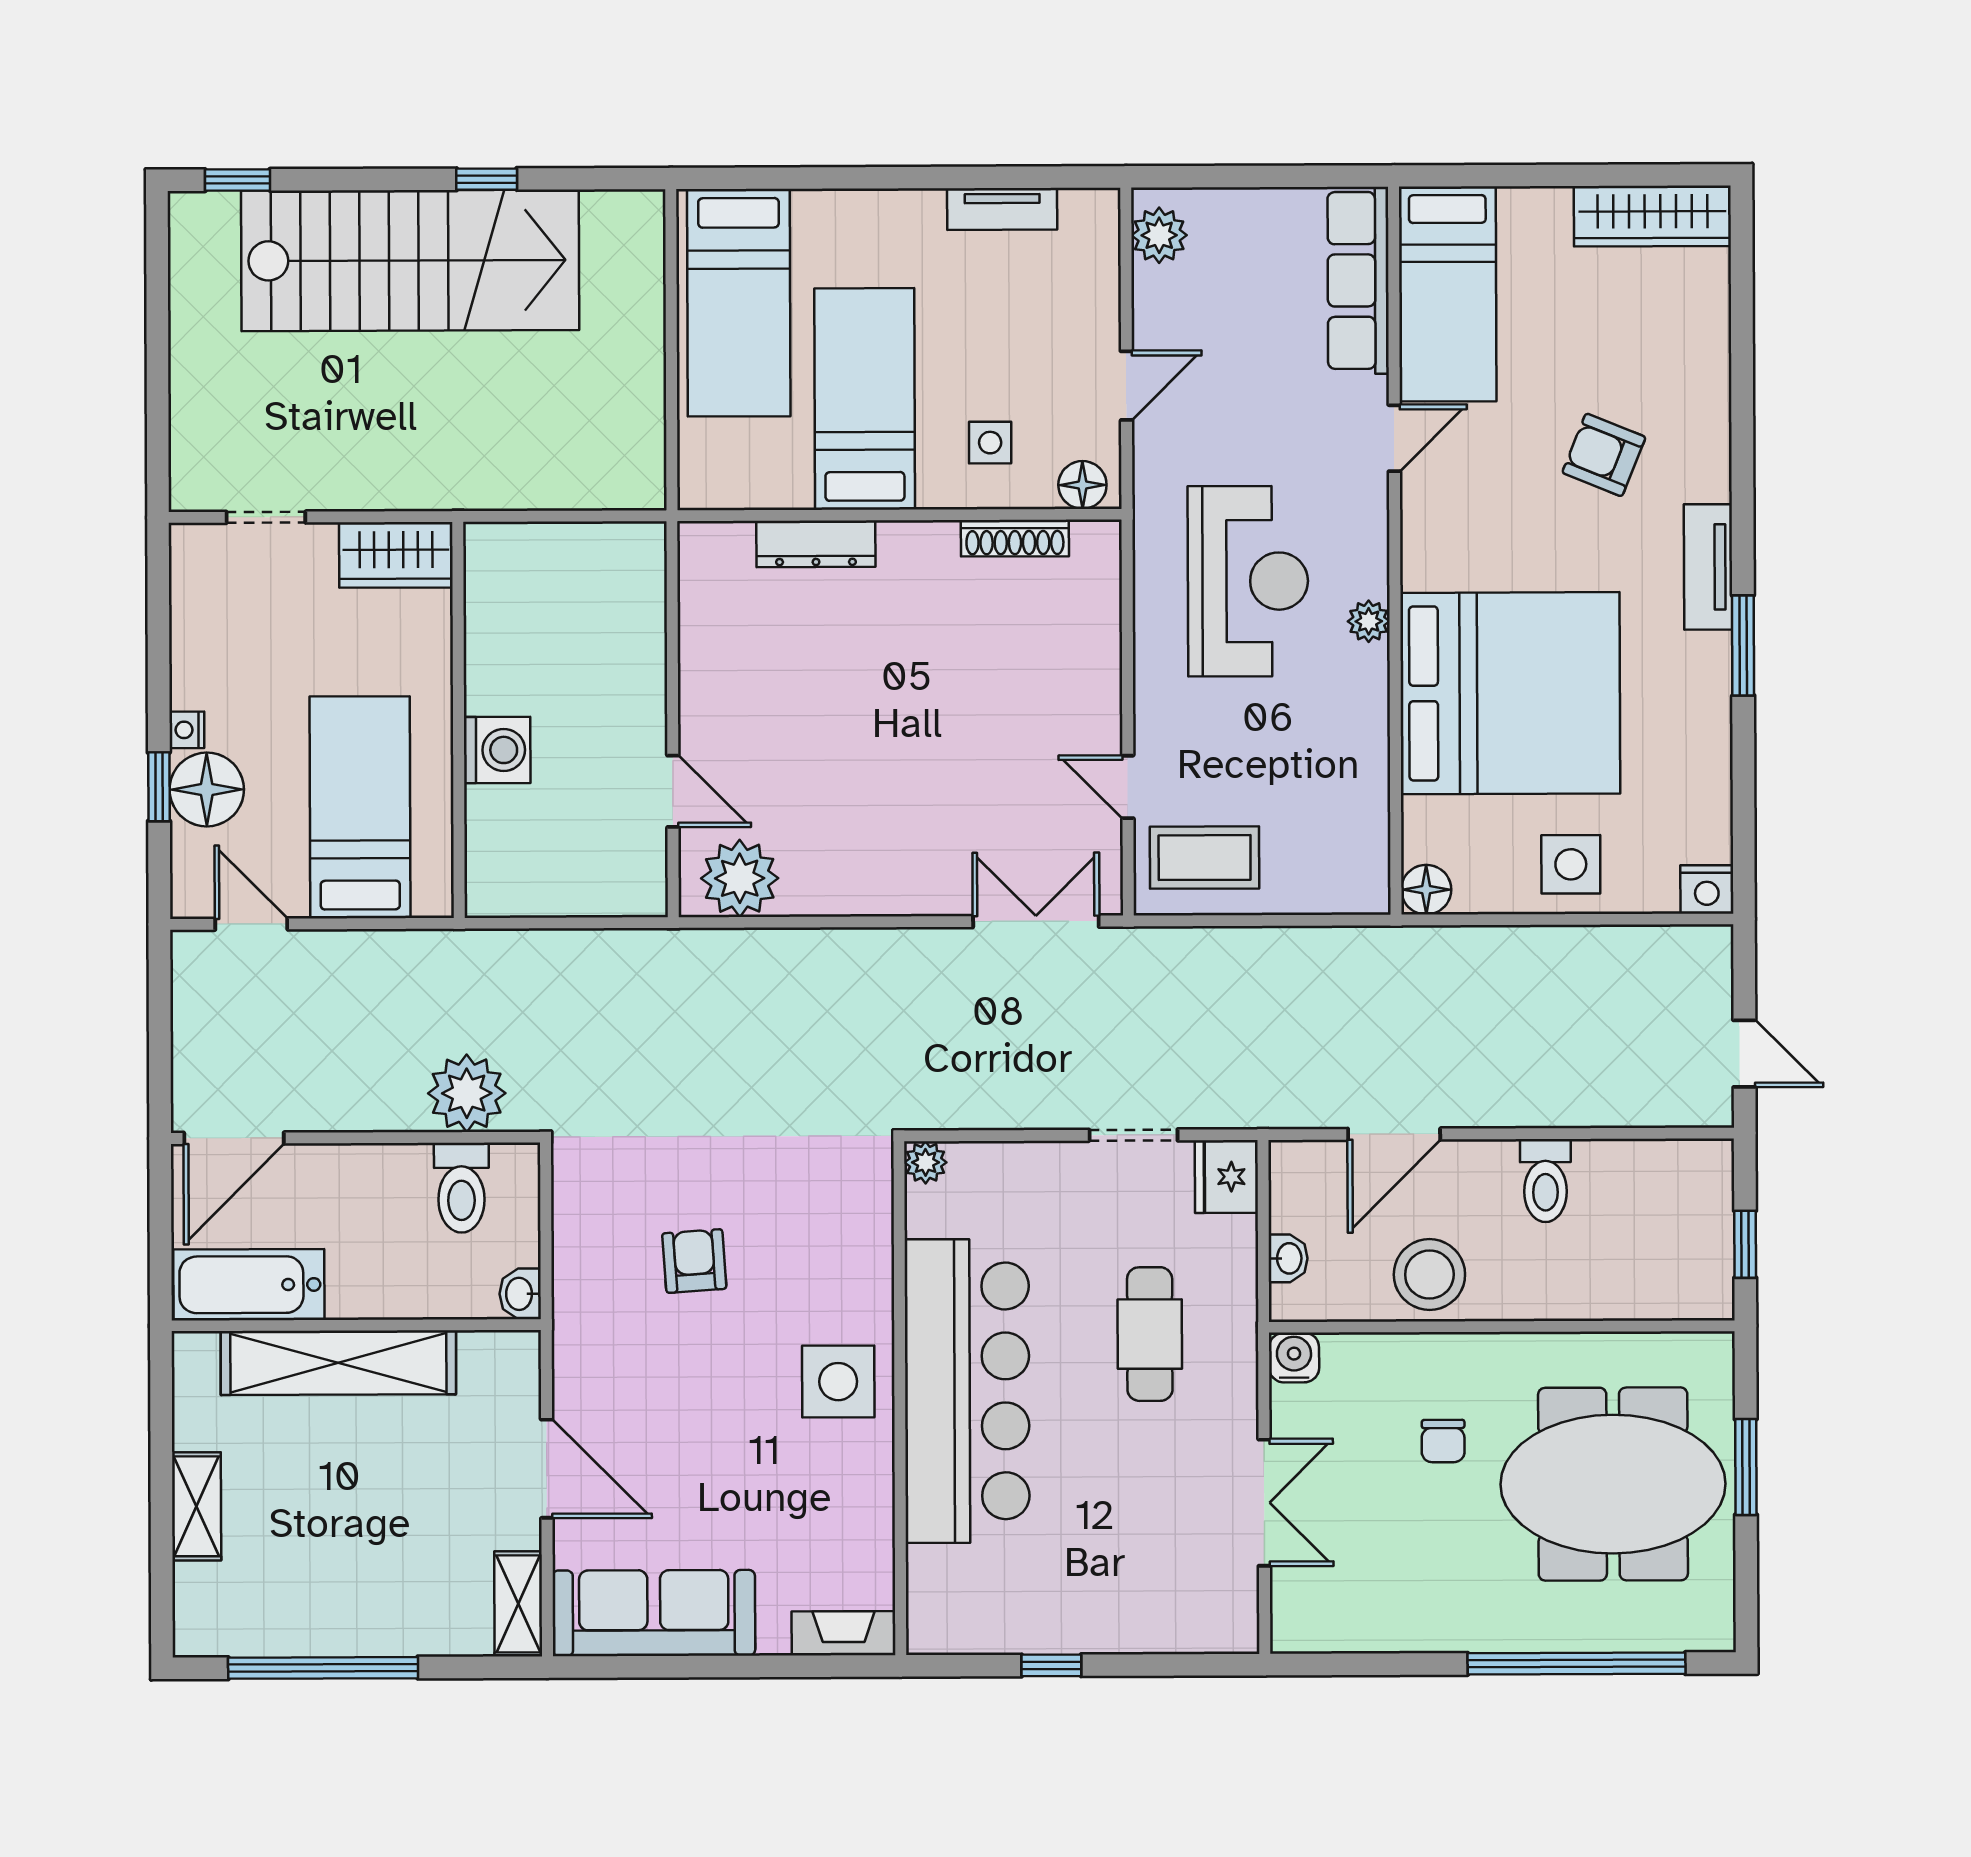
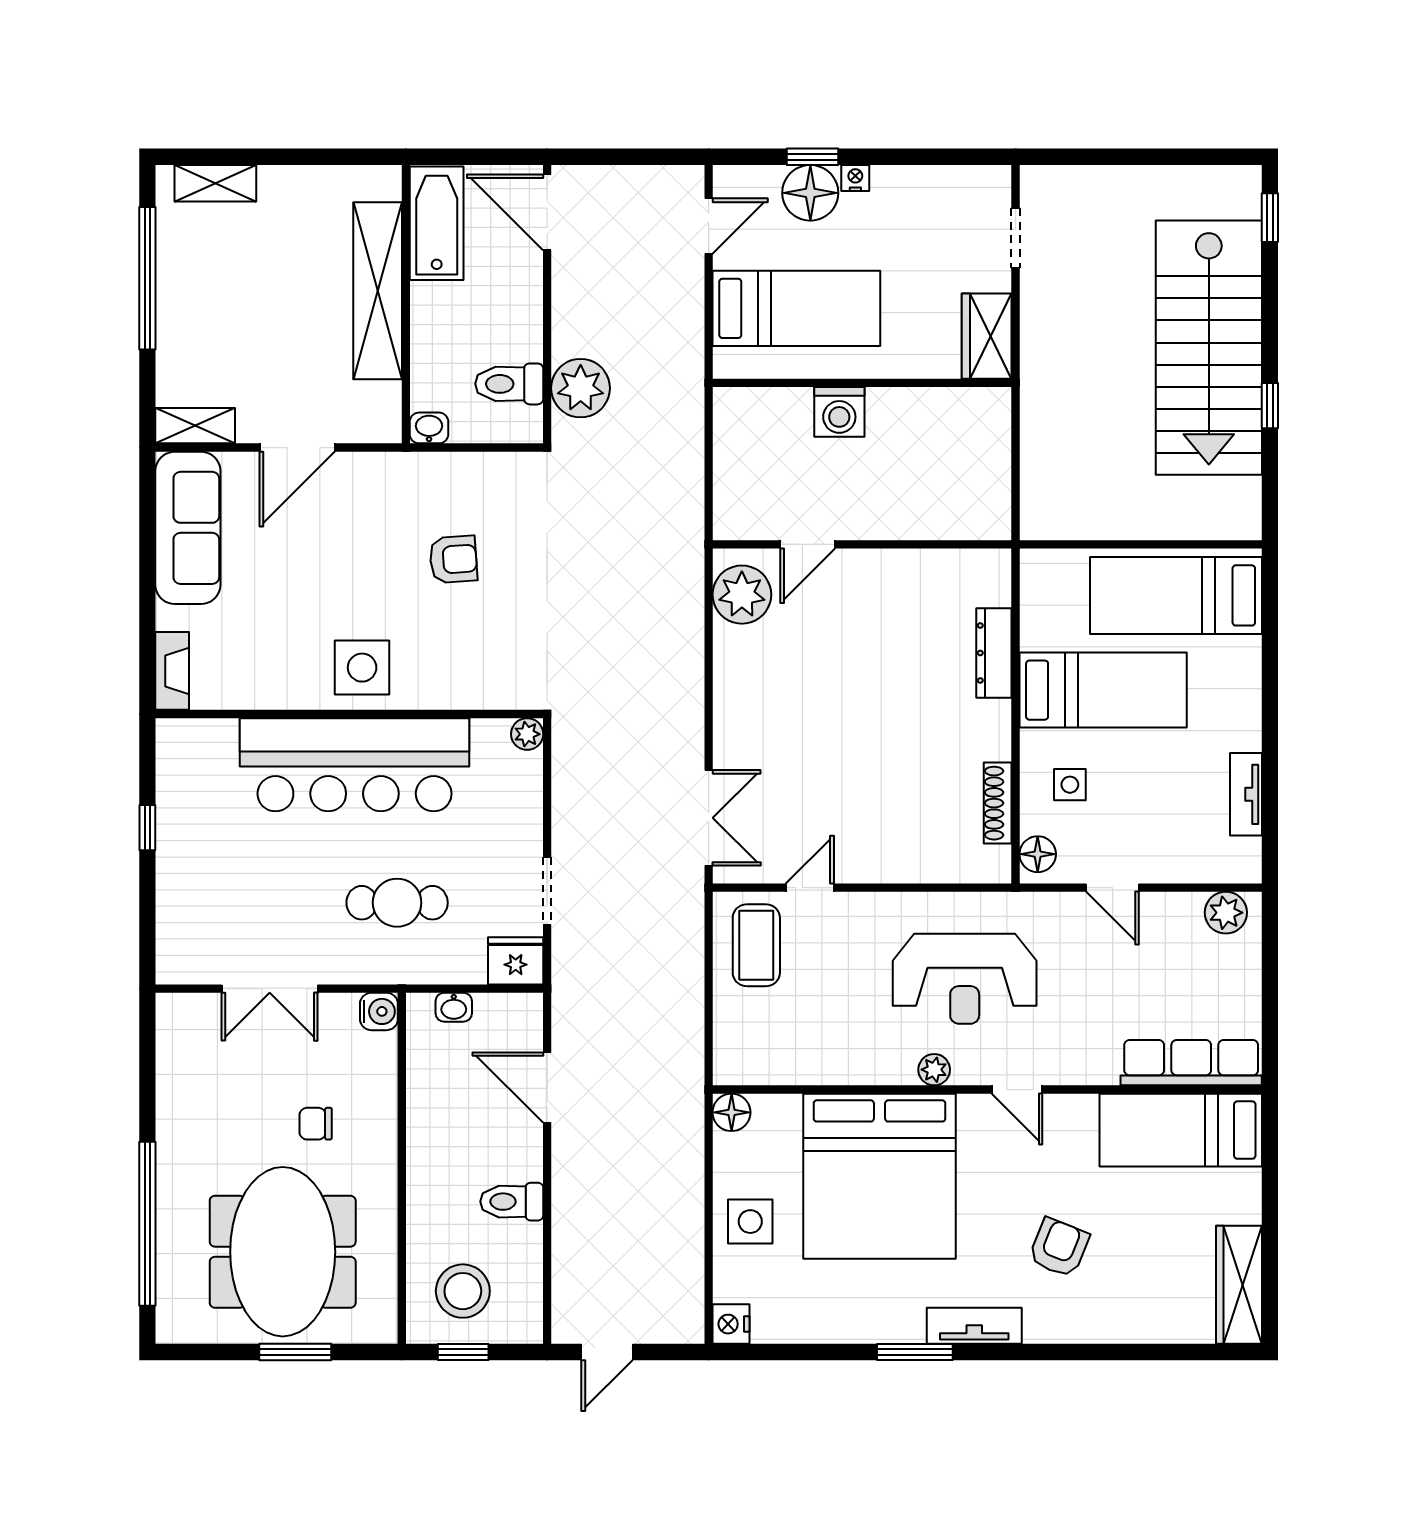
door: (1394, 438) -> (1017, 1090), moved
stool: (1429, 1275) -> (463, 1291), moved
shelving: (197, 1506) -> (215, 183), moved

